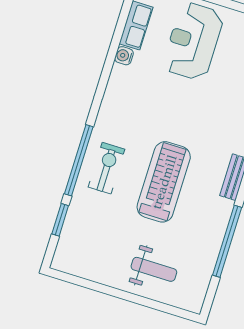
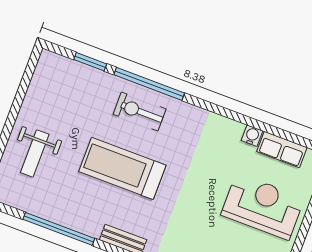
exercise bike: (107, 168) -> (140, 112), turned 180
treadmill: (164, 182) -> (122, 168), turned 180

